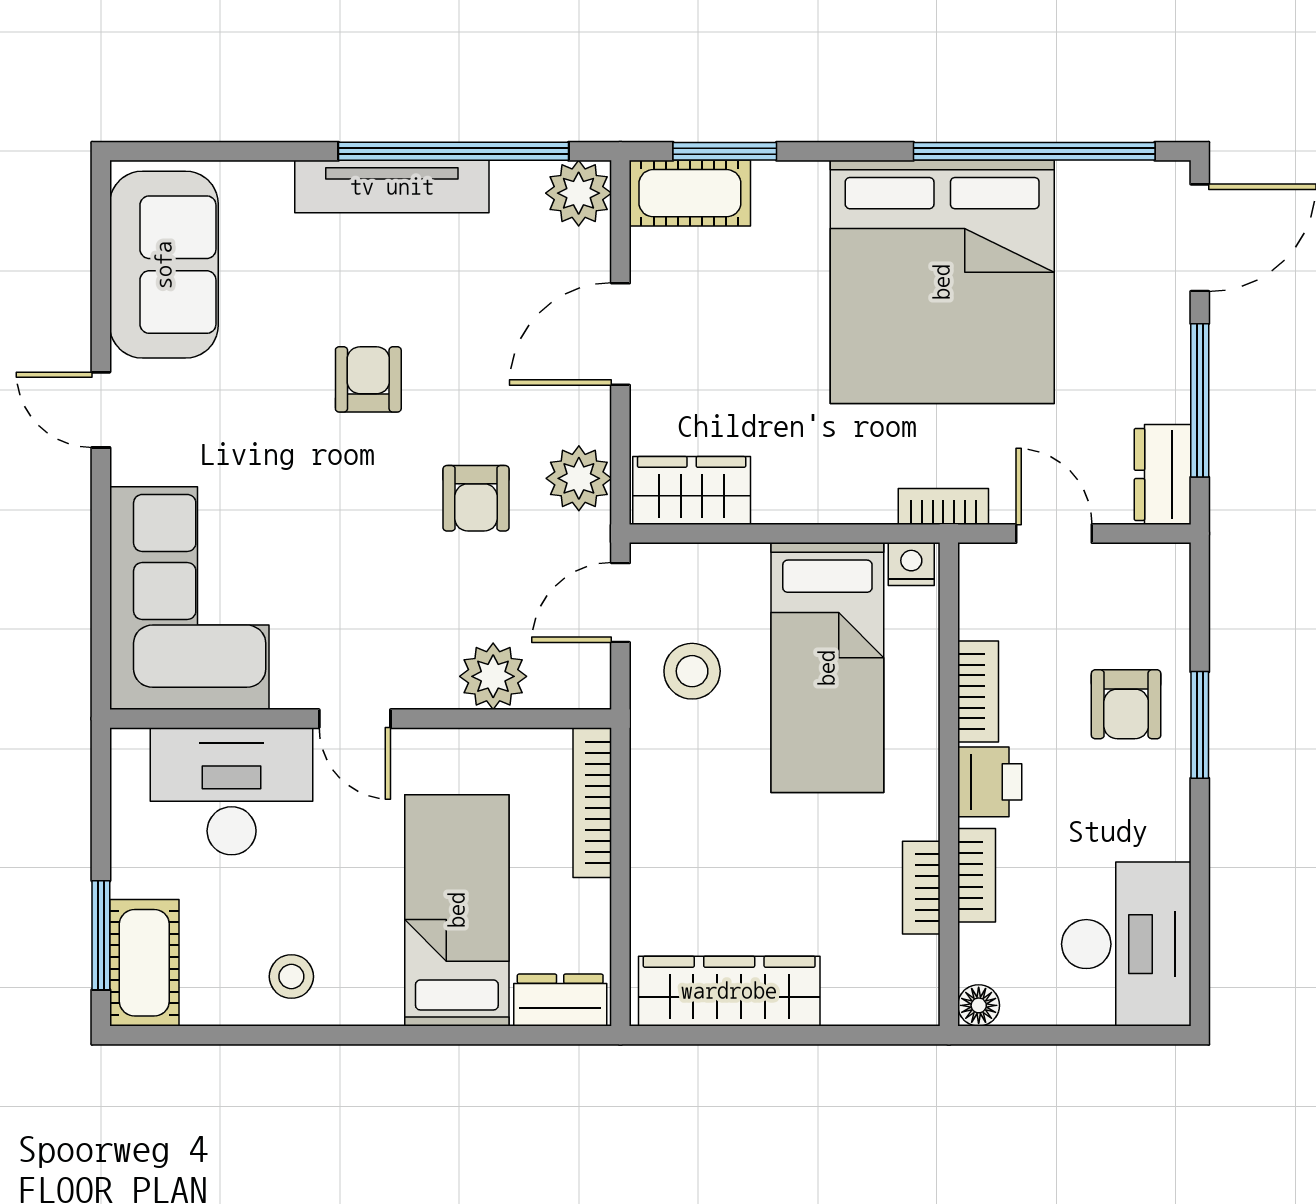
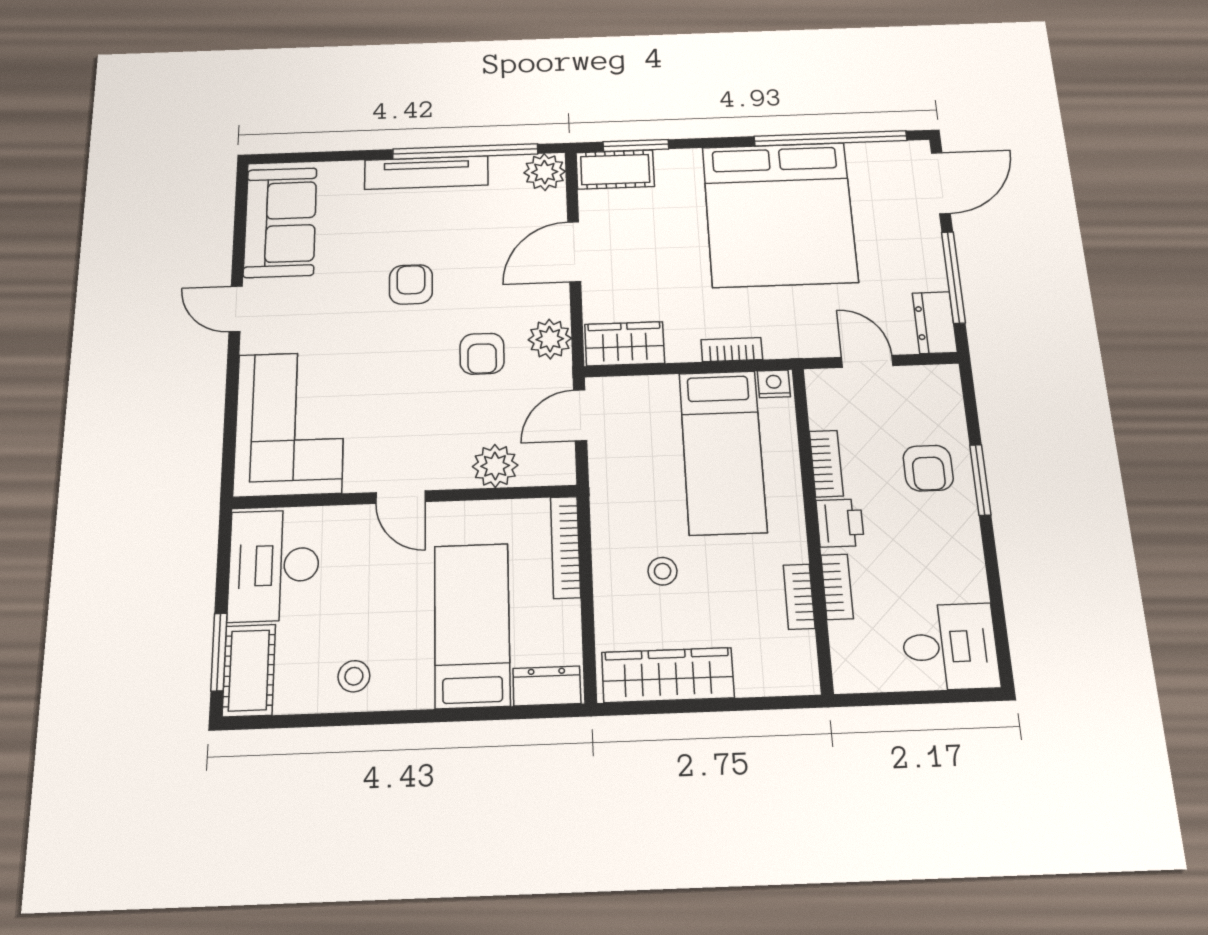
bookcase: (943, 507) -> (732, 350), moved
stool: (692, 671) -> (663, 571), moved, width x0.73, depth x0.73
desk: (232, 791) -> (274, 565), moved, turned -90
desk: (1126, 944) -> (950, 647), width x0.73
floor lamp: (979, 1005) -> (847, 678), removed

